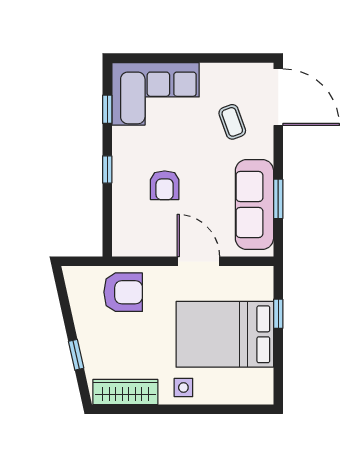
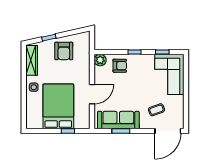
armchair: (165, 185) -> (120, 66), moved, turned 180
plant: (125, 244) -> (100, 60), added
armchair: (123, 292) -> (64, 51), moved

